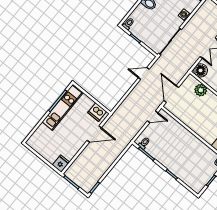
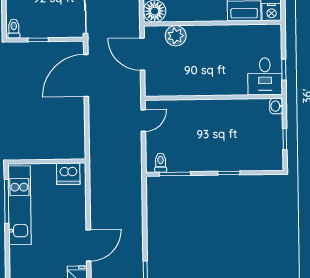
door: (144, 74) -> (86, 75), width x1.88
door: (171, 94) -> (142, 54), moved
door: (94, 134) -> (88, 245), moved

